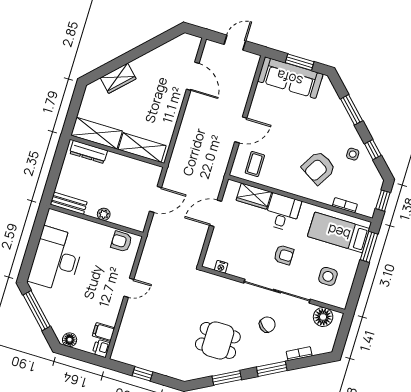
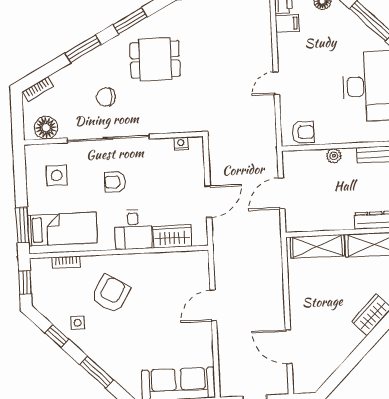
coffee table: (255, 164) -> (184, 273), removed
chair: (267, 325) -> (106, 97), turned 50
bookcase: (299, 354) -> (38, 89), moved

